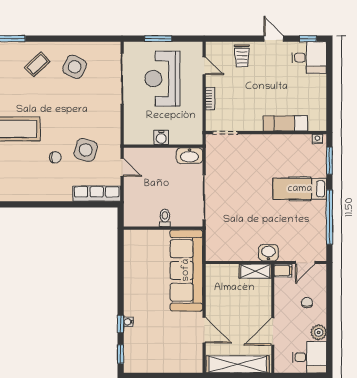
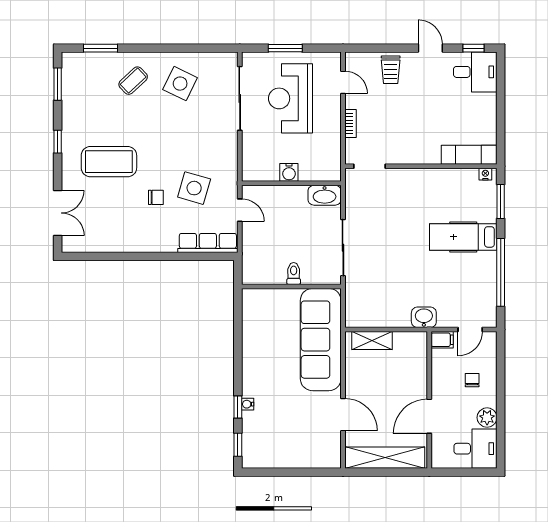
exam couch: (285, 123) -> (469, 155), moved
shelving: (255, 271) -> (372, 341), moved

